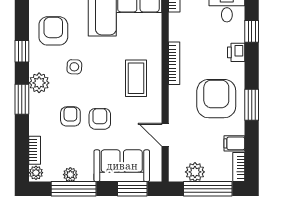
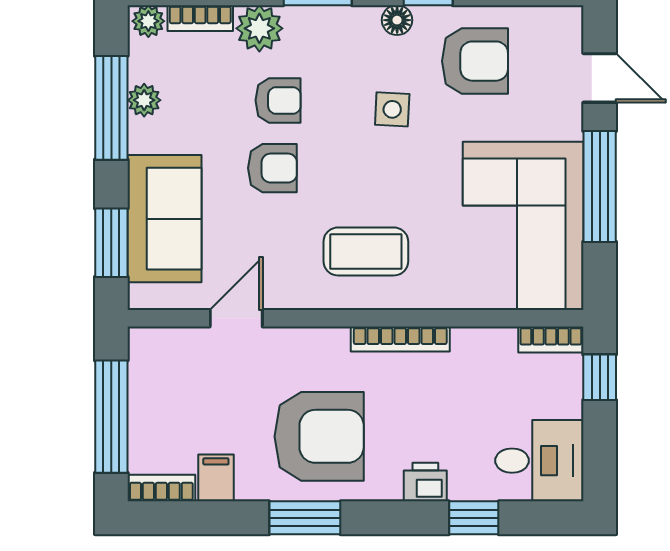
floor lamp: (36, 65) -> (397, 20), added
plant: (39, 83) -> (259, 28), moved
plant: (195, 172) -> (150, 387), removed

